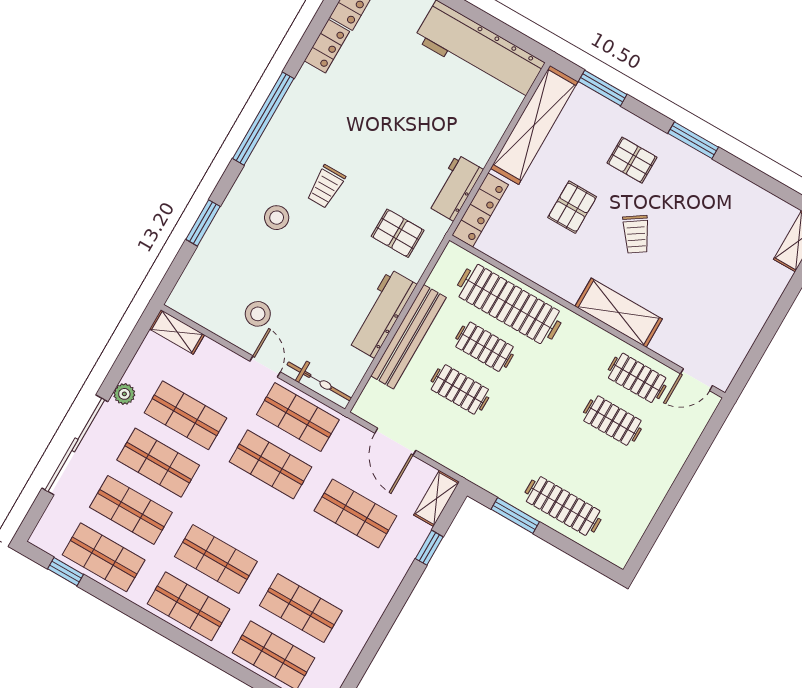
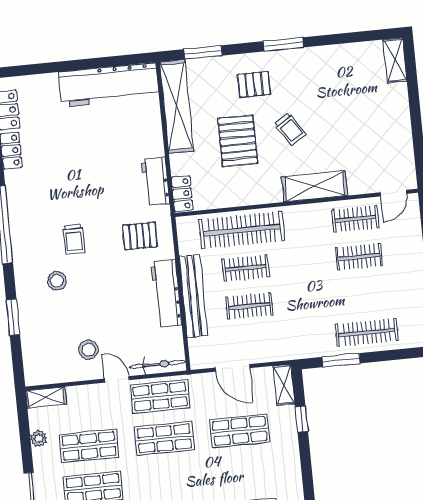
pallet: (572, 207) -> (238, 141), width x1.50, depth x1.42
locker: (480, 210) -> (182, 194), width x0.66
plant: (124, 394) -> (39, 439), moved

